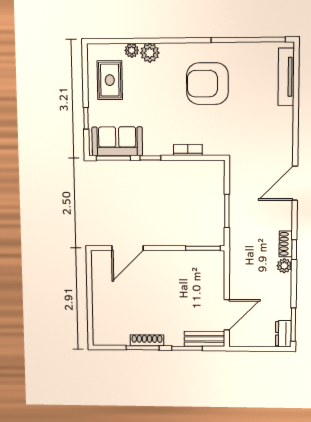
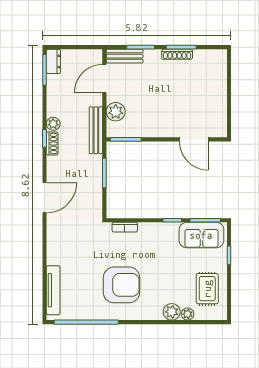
bookcase: (188, 150) -> (125, 227), moved
door: (127, 248) -> (194, 139), swing flipped
bench: (236, 258) -> (96, 130), added
plant: (214, 279) -> (116, 112), added

